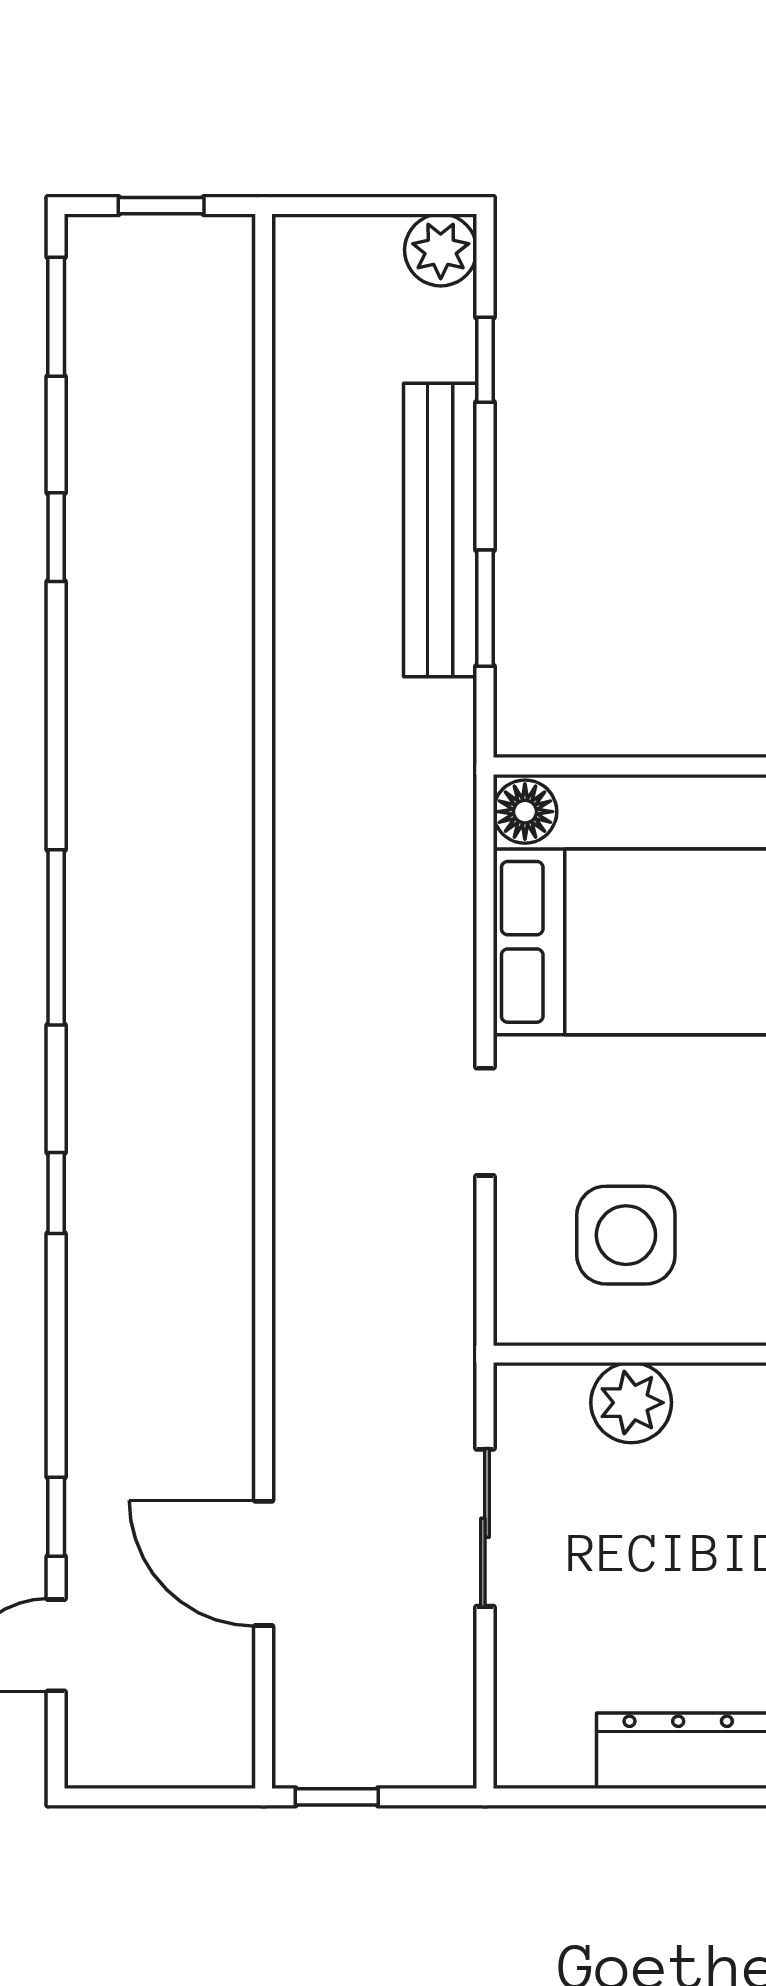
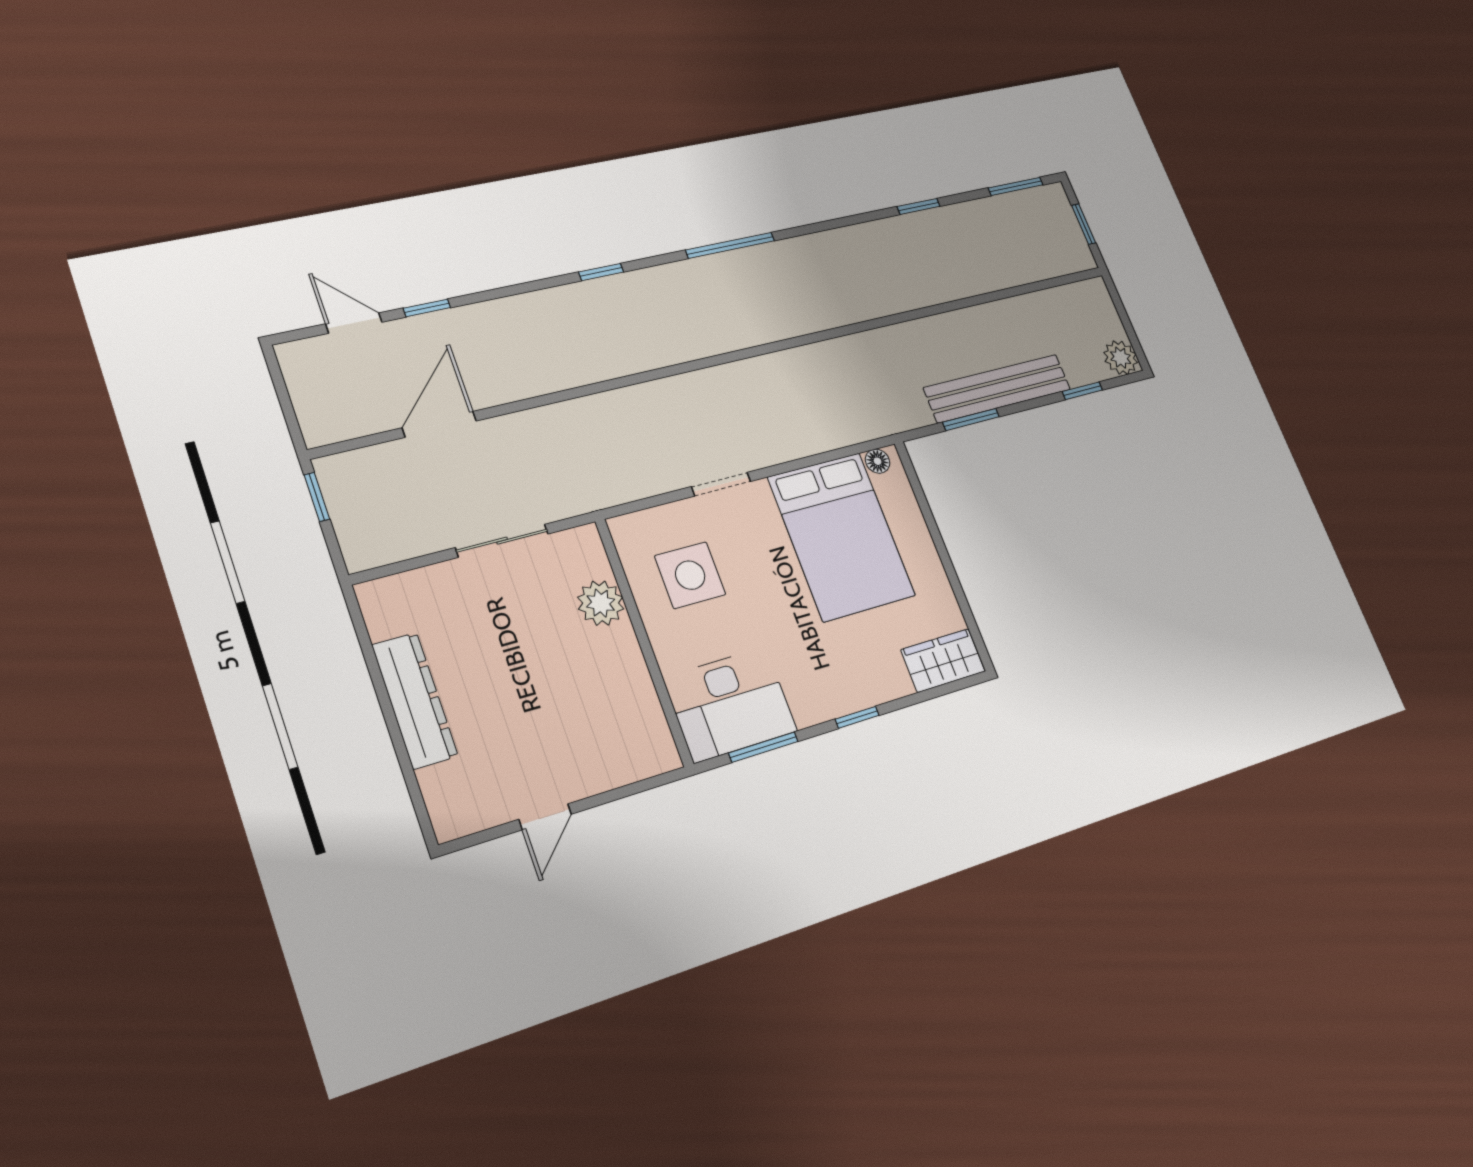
floor lamp: (525, 812) -> (878, 461), width x0.73, depth x0.73

